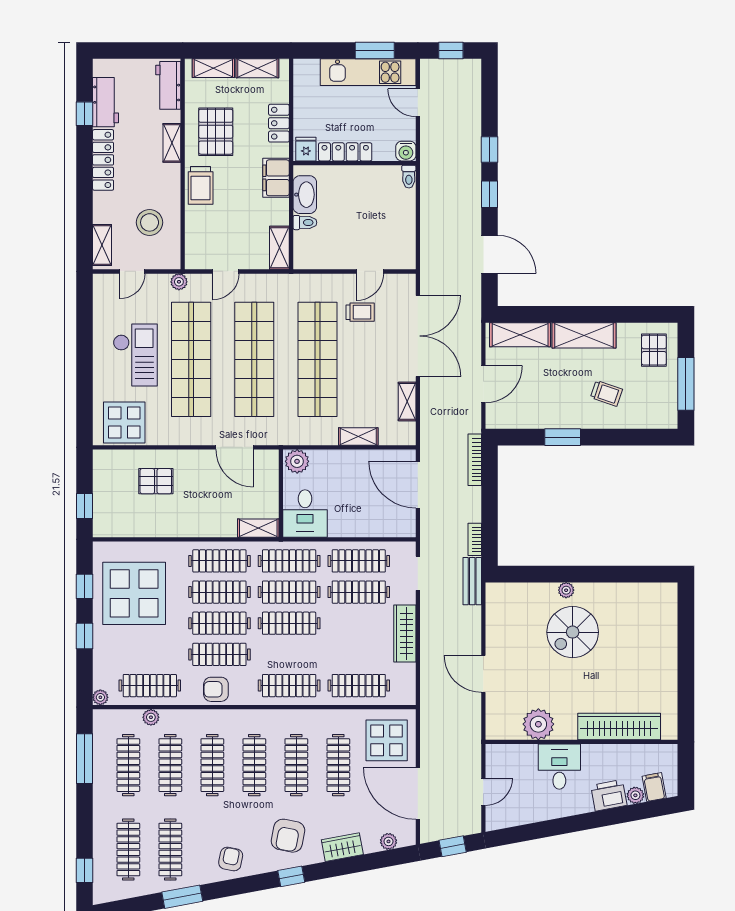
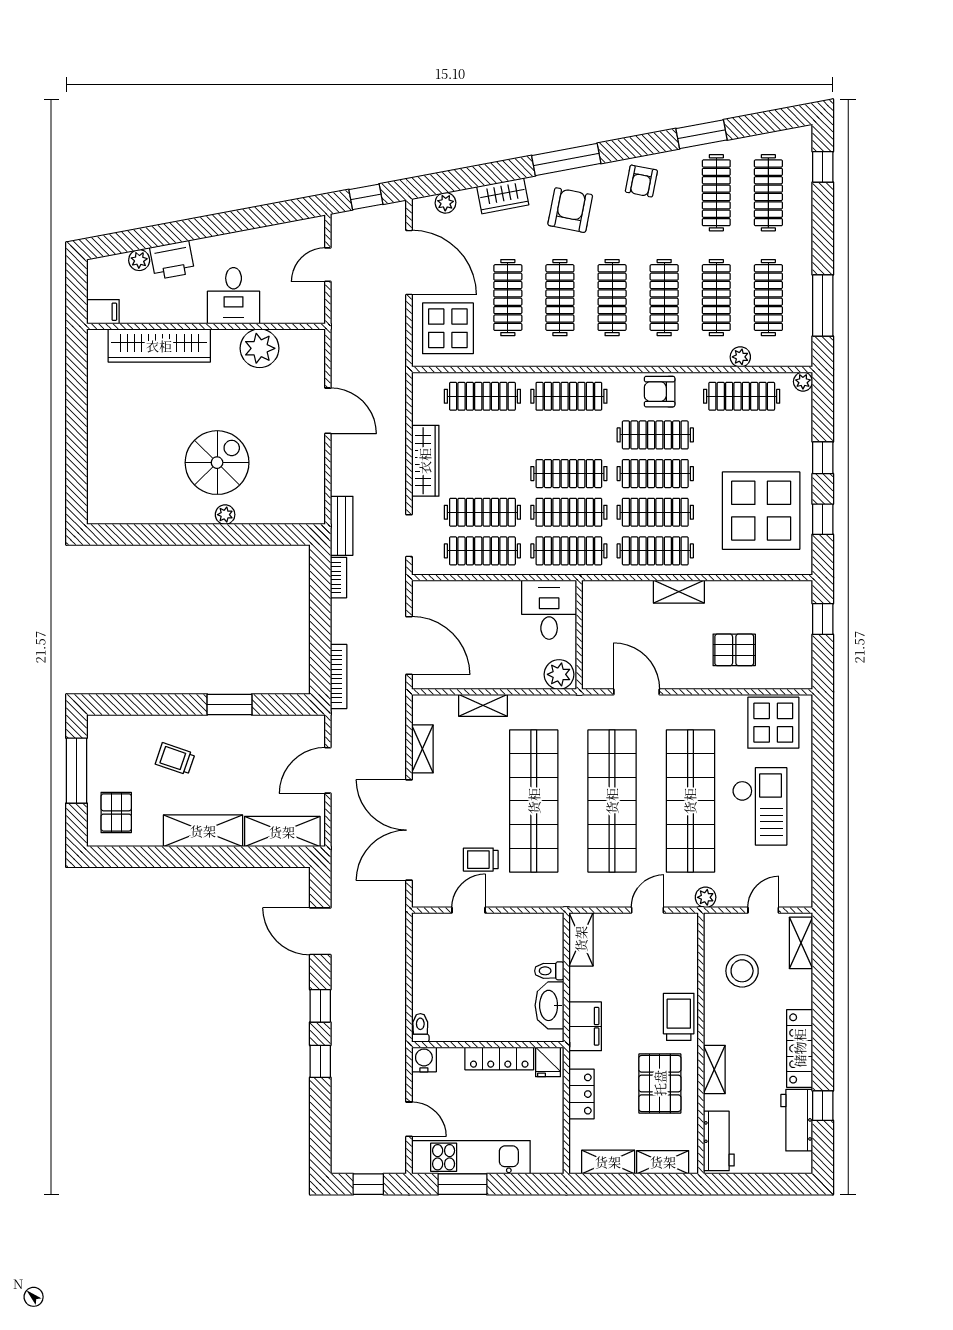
checkout: (135, 355) -> (760, 806), turned 180
shelving: (258, 528) -> (679, 592), moved
armchair: (216, 689) -> (660, 392), turned 180
filing cabinet: (654, 787) -> (103, 312), moved, turned -79
window: (291, 876) -> (566, 160), width x2.17

